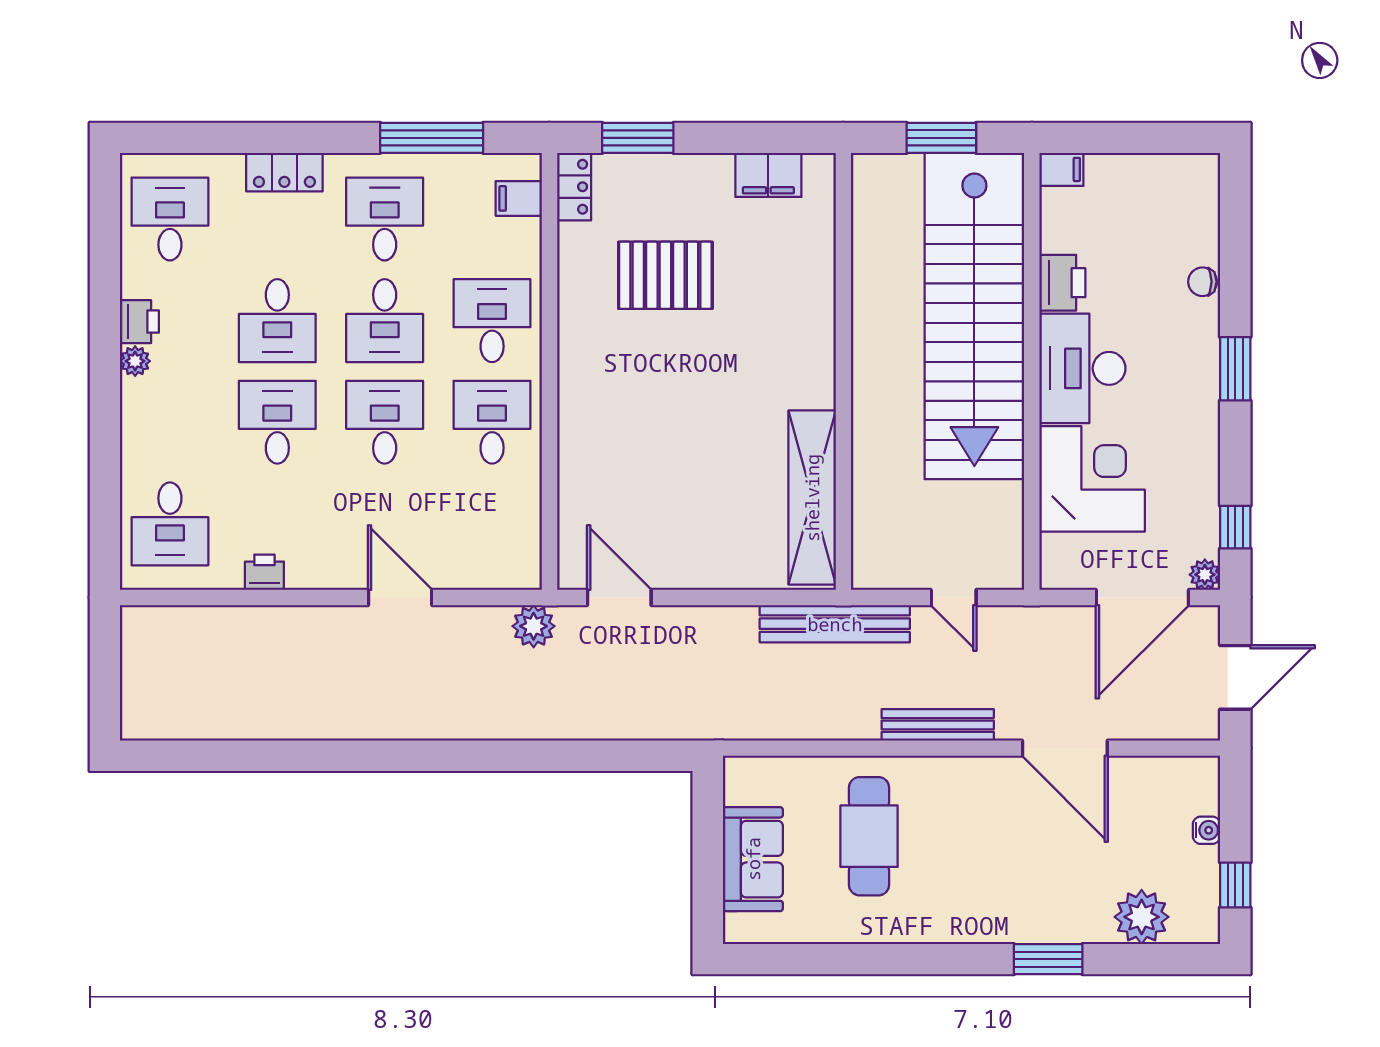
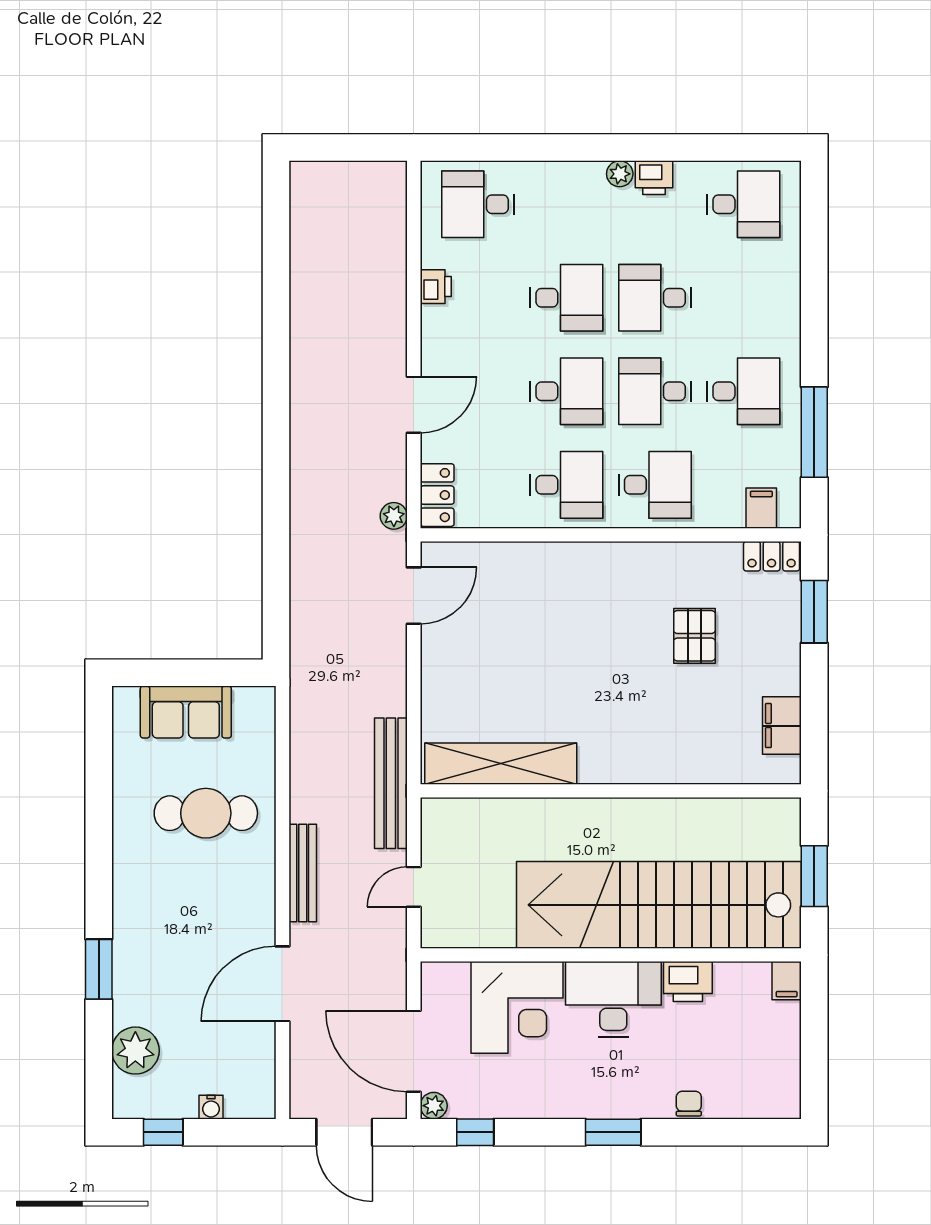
locker: (284, 172) -> (437, 495), moved, turned 180
pallet: (665, 275) -> (694, 636), width x0.67, depth x0.71
plant: (534, 626) -> (394, 516), width x0.73, depth x0.73

